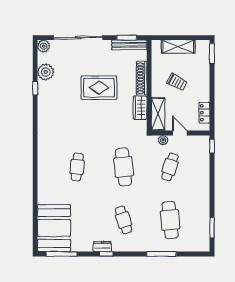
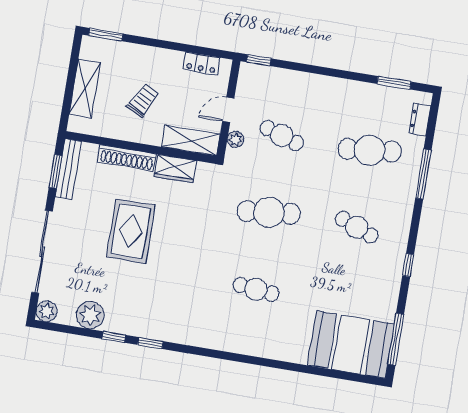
window: (35, 110) -> (150, 343), added
cafe table: (124, 220) -> (357, 227), turned 39
dresser: (102, 246) -> (420, 119), moved

